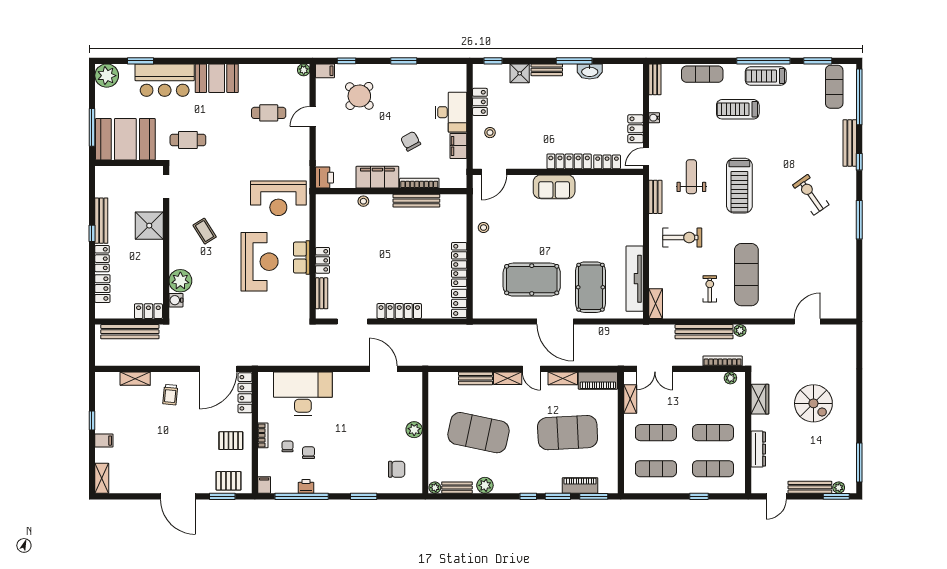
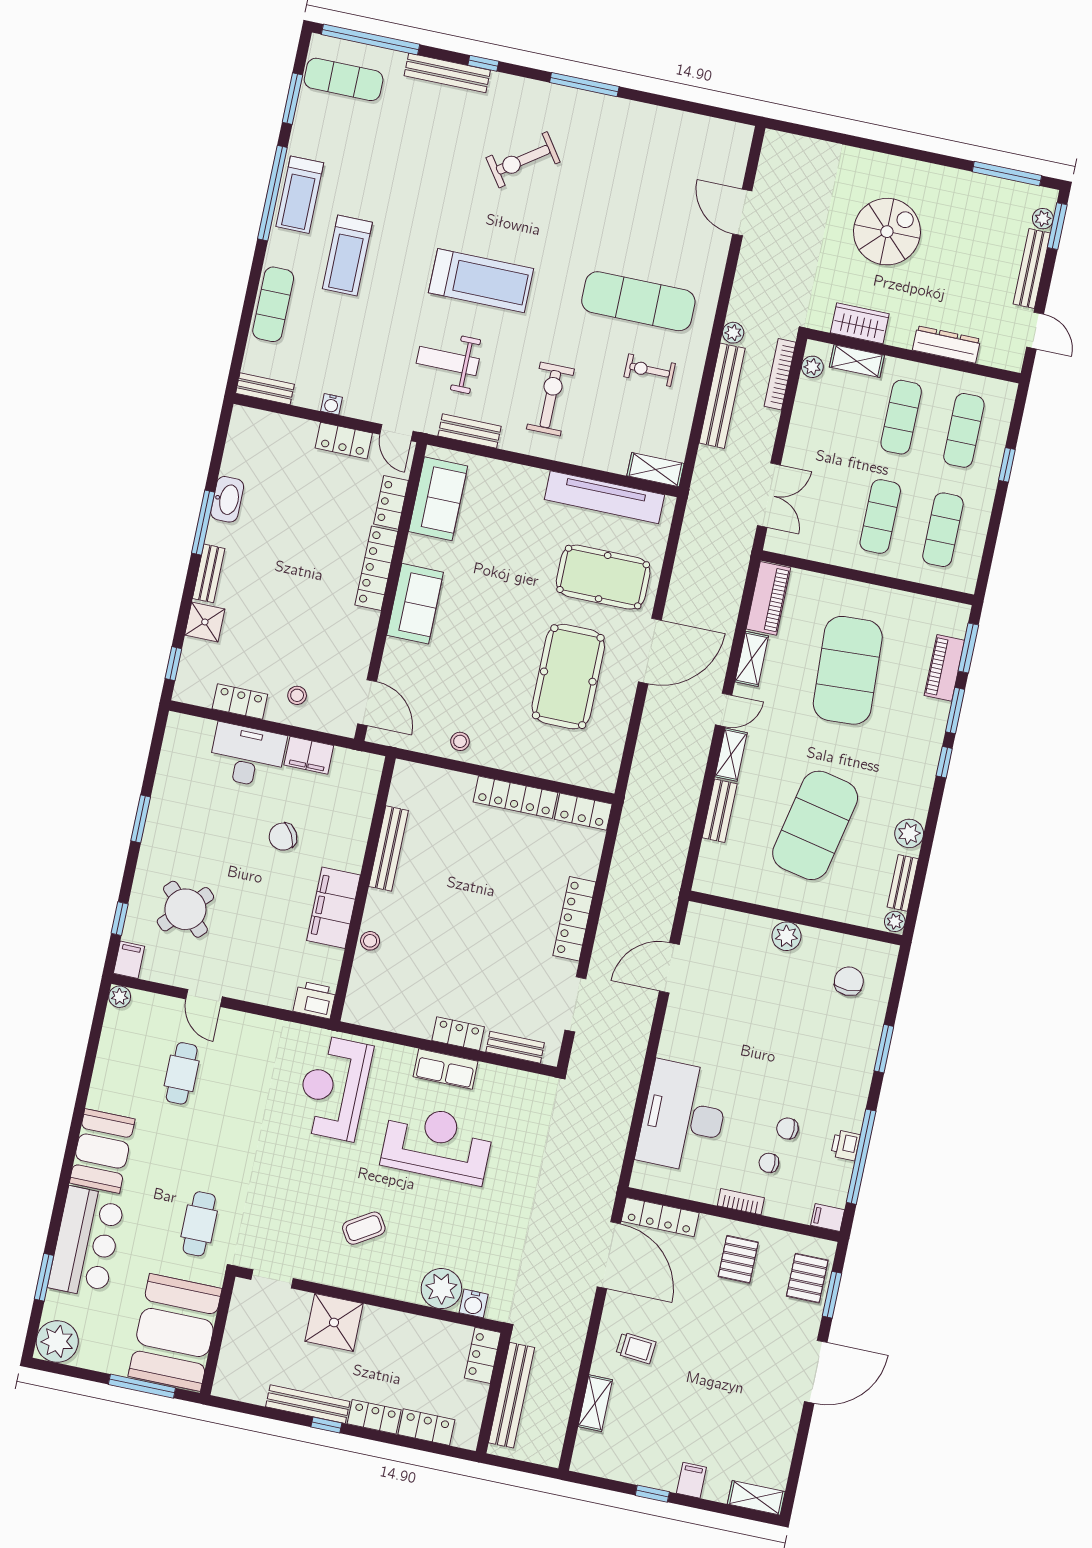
bookcase: (419, 183) -> (359, 837), removed
sofa: (614, 187) -> (438, 499), added
reception desk: (278, 198) -> (334, 1088), turned 180
shelving: (630, 399) -> (857, 361), moved

